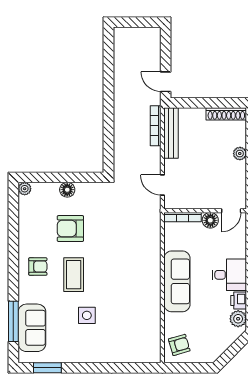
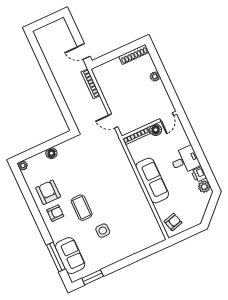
bench: (171, 133) -> (103, 84), removed
armchair: (70, 229) -> (48, 192), moved, turned 90

